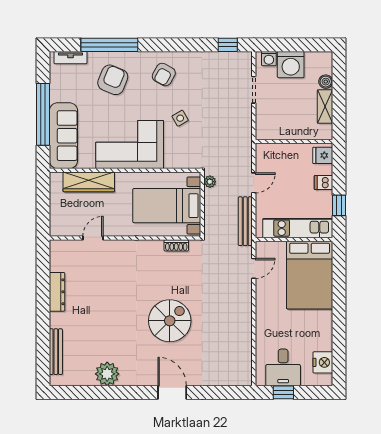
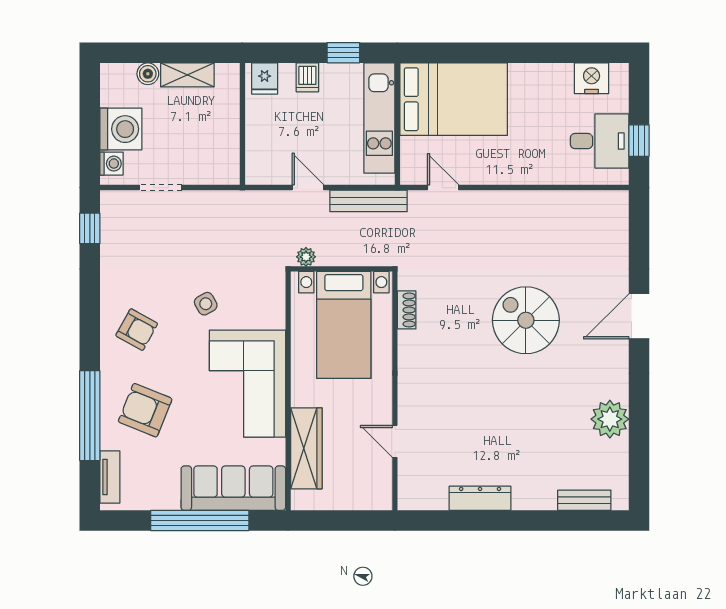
bench: (56, 352) -> (584, 500), width x0.73

